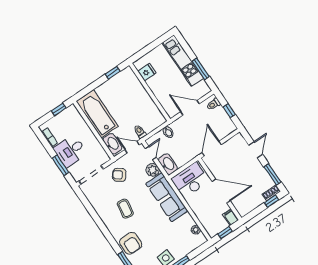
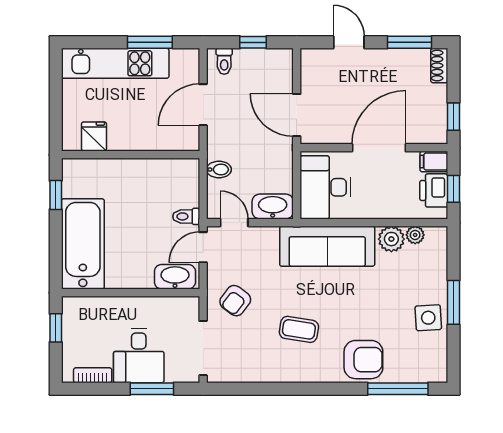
bathtub: (97, 114) -> (83, 244), moved, turned 90
plant: (153, 170) -> (391, 239), moved
window: (271, 201) -> (454, 117), moved
printer: (219, 225) -> (434, 190), added

